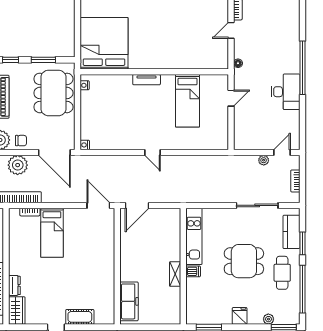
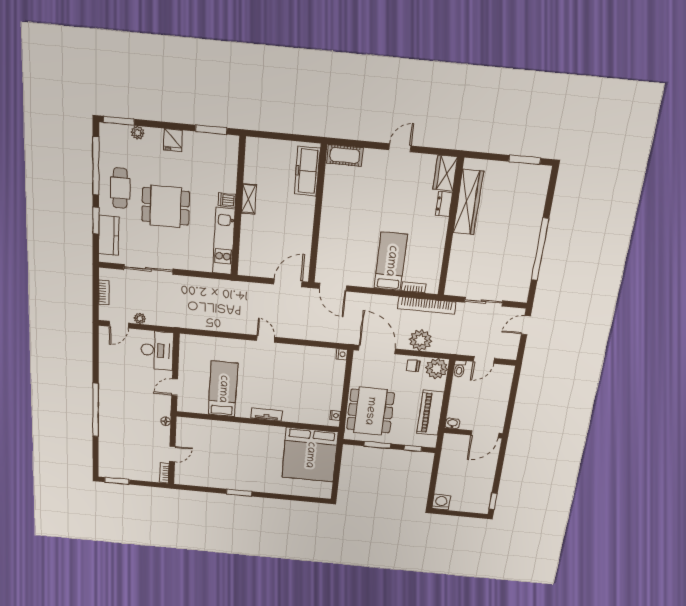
desk: (286, 92) -> (157, 350), moved, turned 180
cot: (80, 317) -> (345, 155), moved

